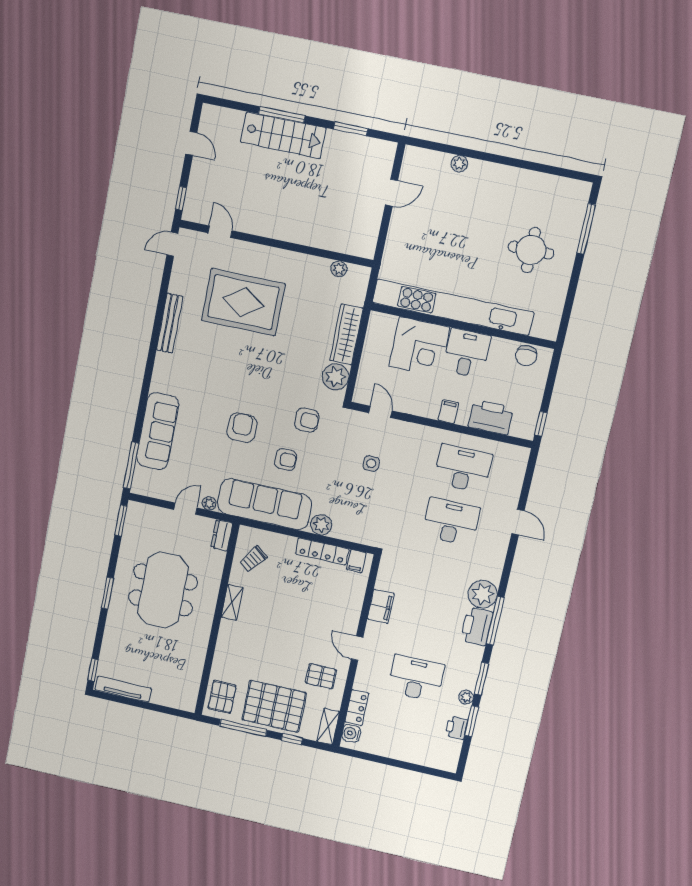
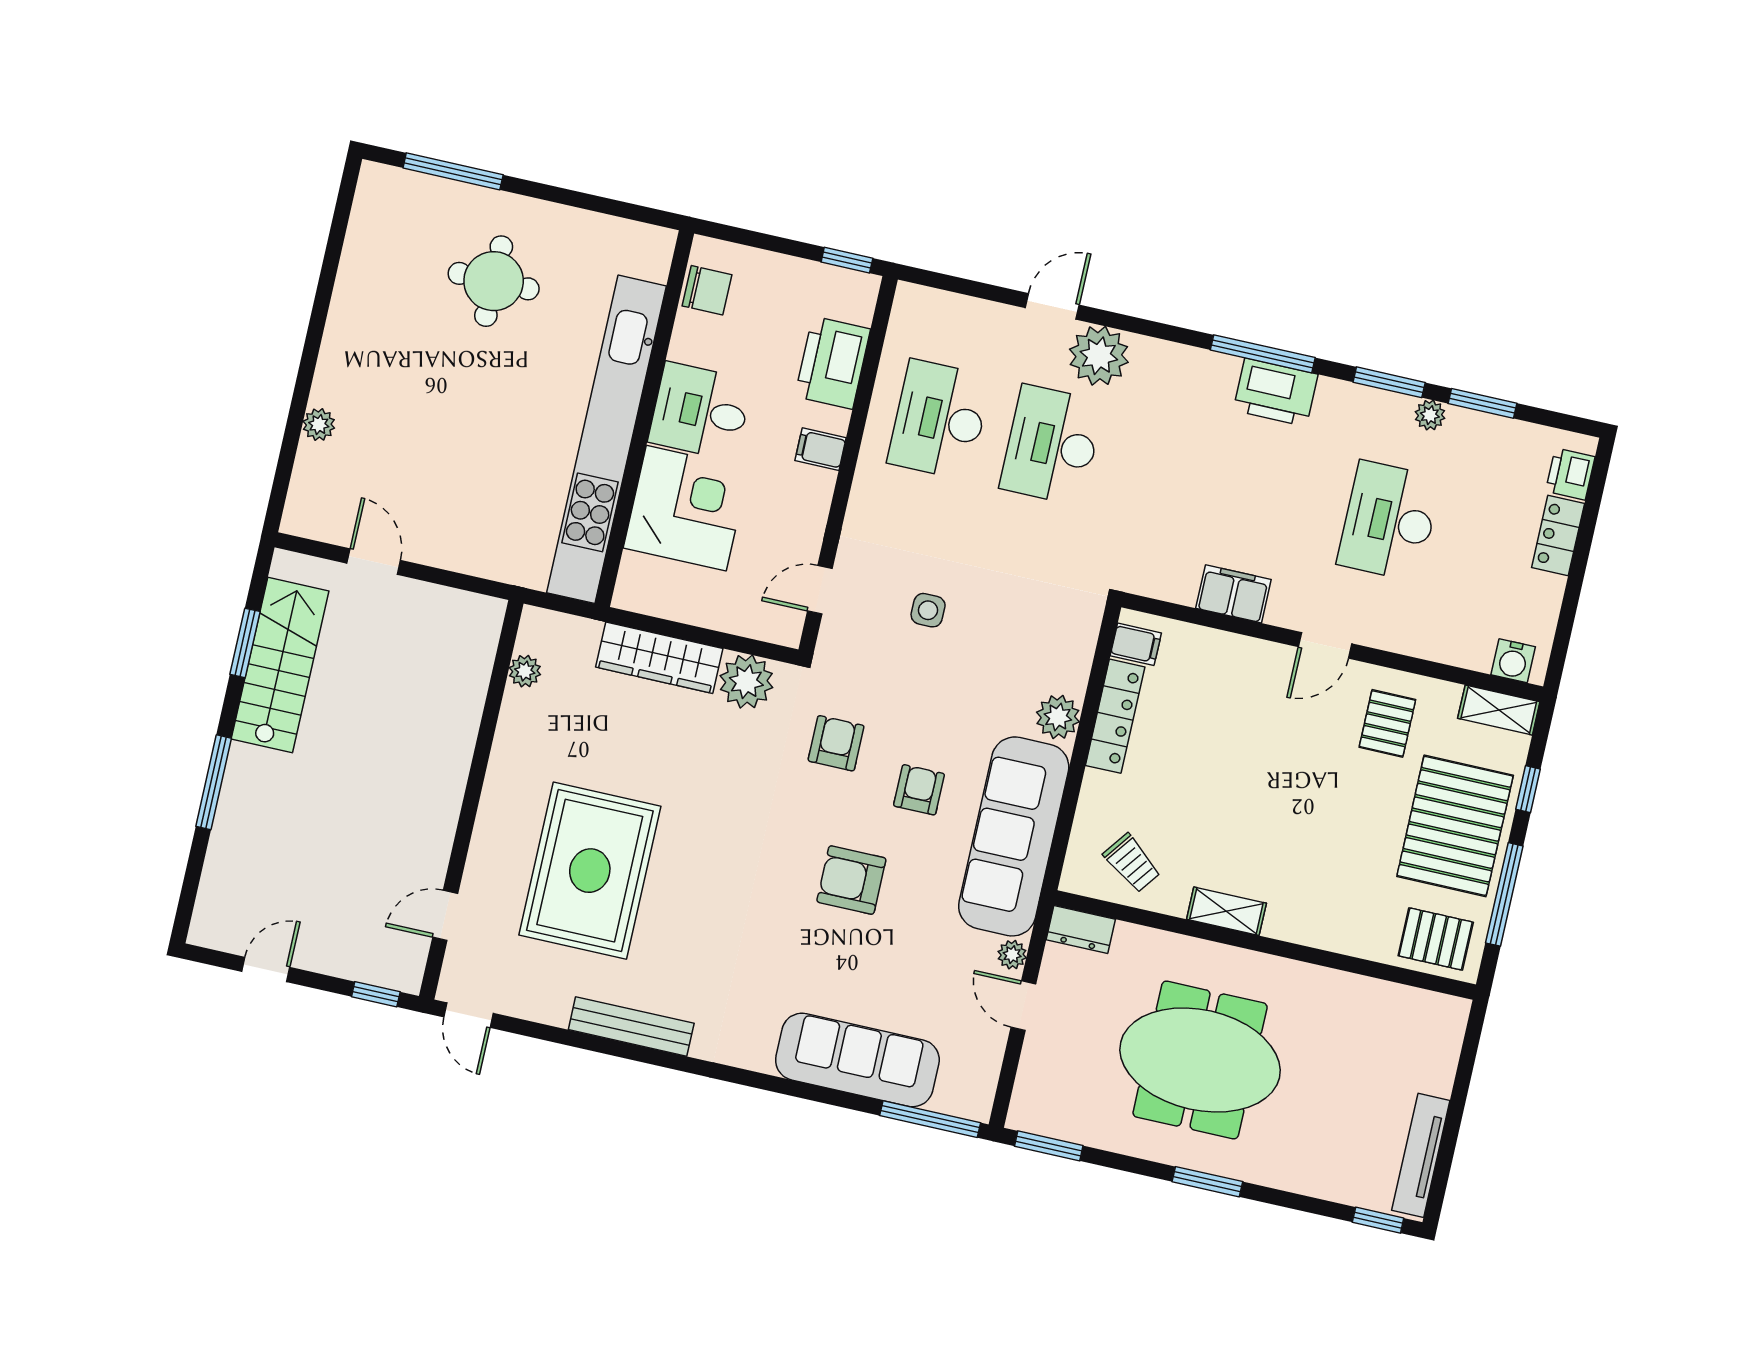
stairs: (283, 135) -> (280, 665), moved
plant: (483, 594) -> (1099, 356), moved
locker: (357, 708) -> (1558, 536), moved, turned -90
printer: (457, 728) -> (1570, 474), moved, turned 90

